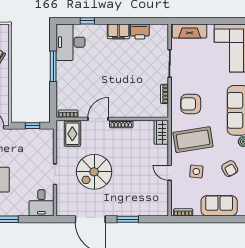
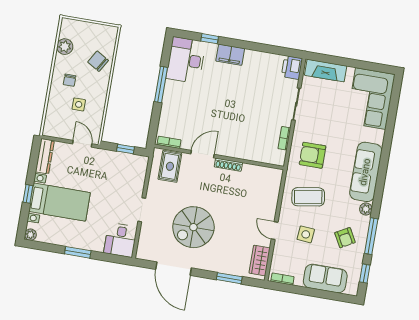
filing cabinet: (118, 31) -> (230, 55), moved
printer: (140, 32) -> (292, 67), moved, turned 90
wardrobe: (161, 132) -> (260, 260), moved
coffee table: (193, 140) -> (308, 197), width x0.73, depth x0.76
spiral stairs: (94, 172) -> (193, 227), moved
window: (128, 219) -> (229, 278), moved

